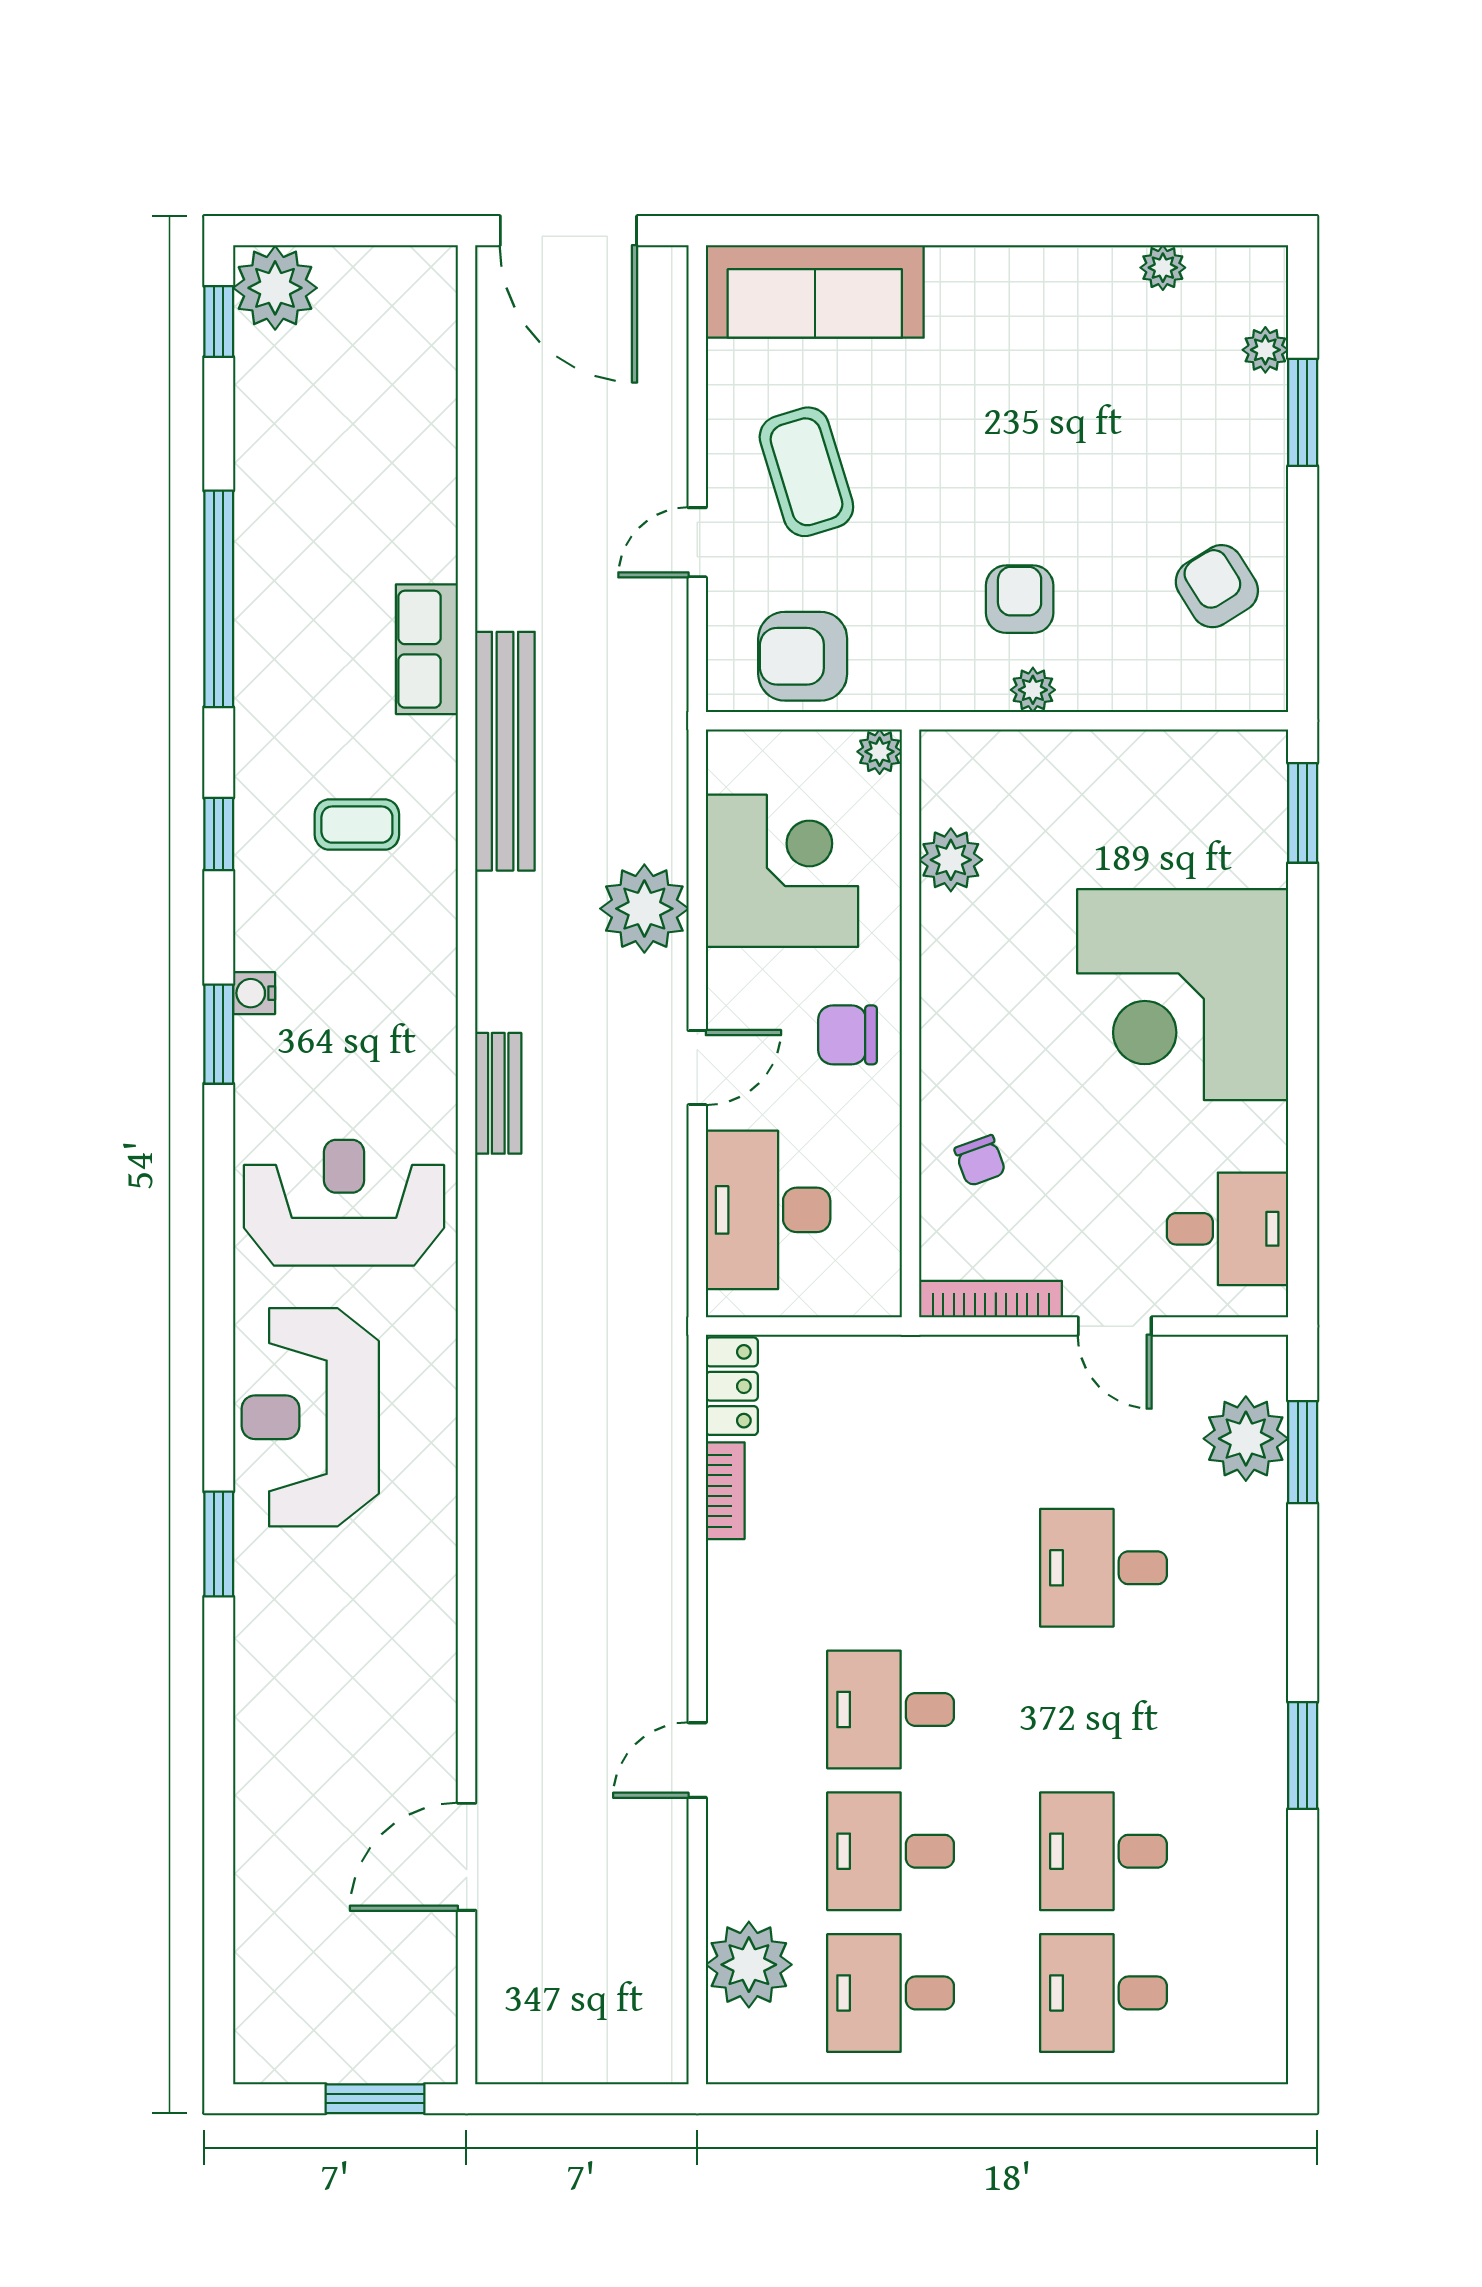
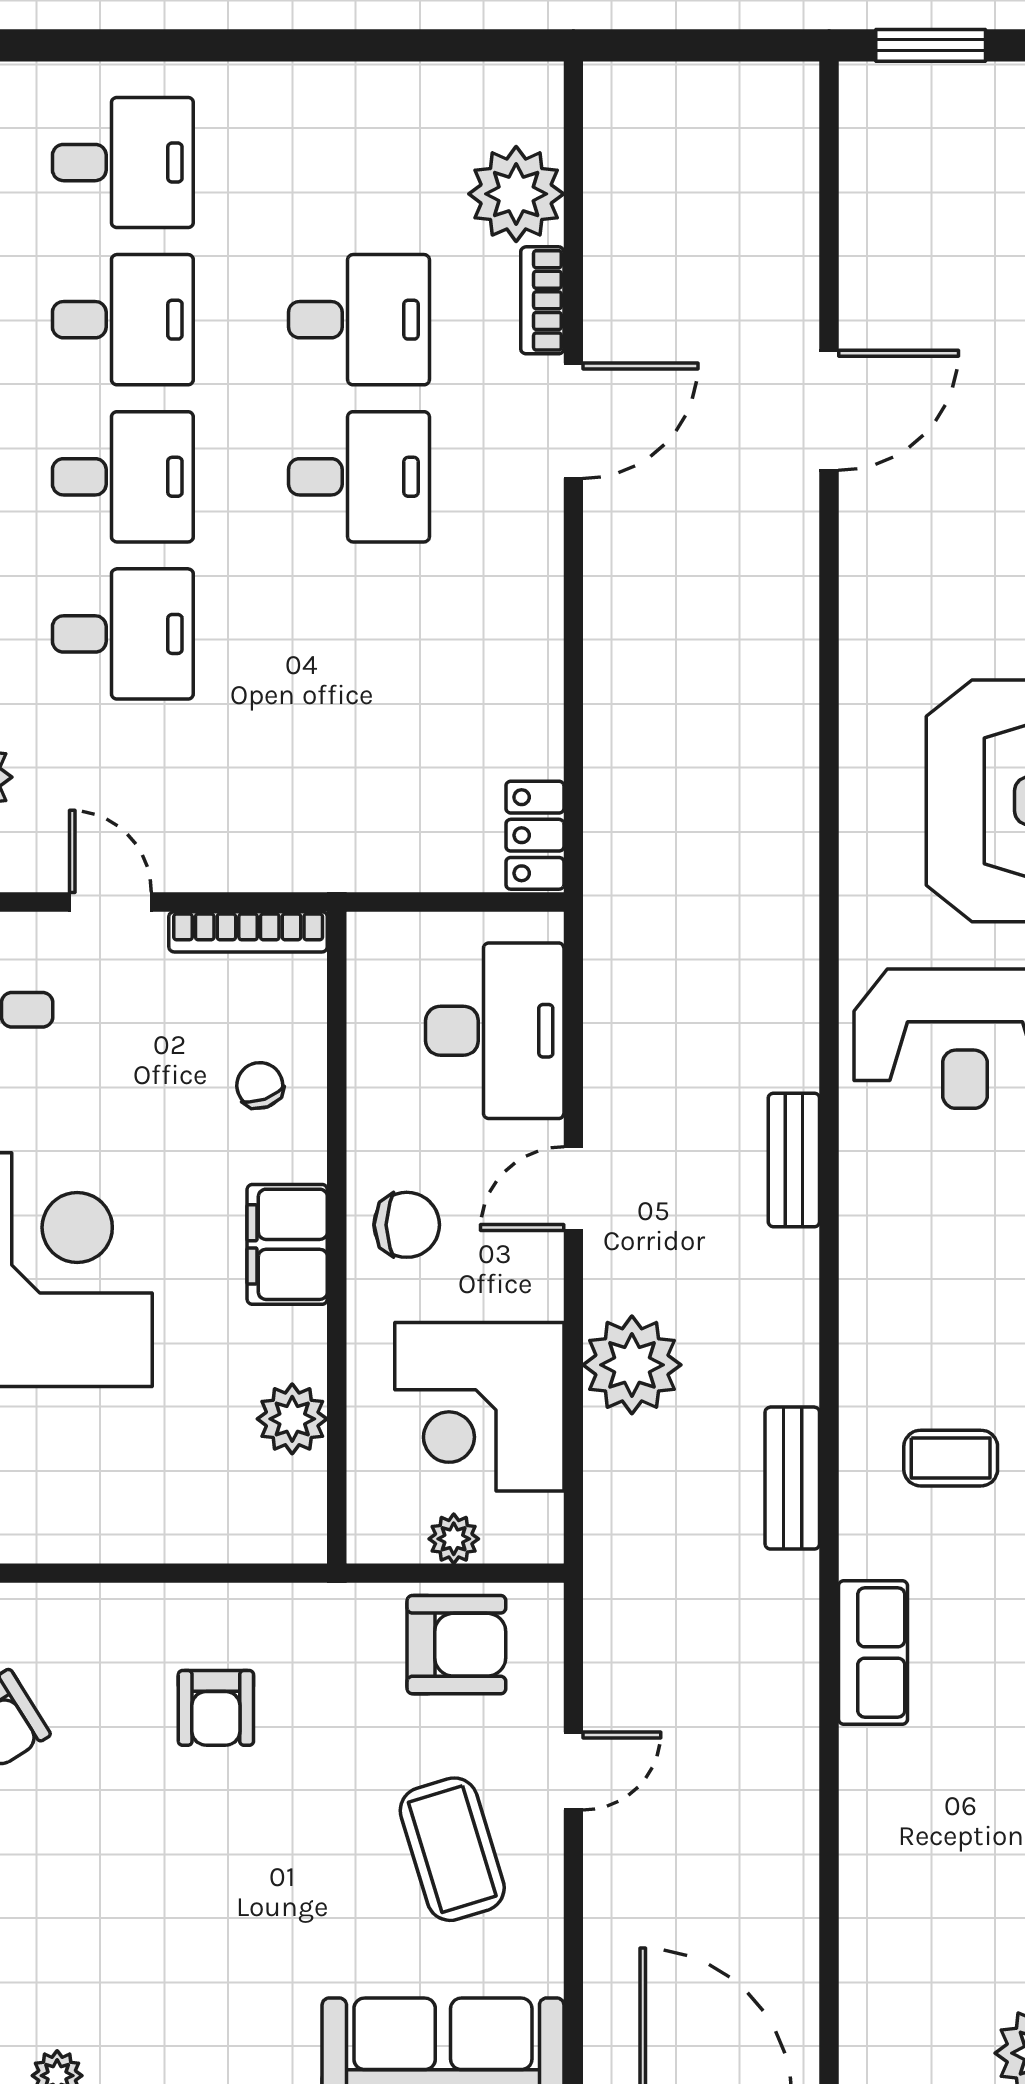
plant: (1033, 690) -> (201, 1607), removed
bench: (505, 751) -> (792, 1478), width x0.54, depth x0.82
plant: (880, 752) -> (454, 1539), moved
filing cabinet: (955, 1017) -> (287, 1244), added
bookcase: (725, 1491) -> (542, 300), moved
door: (697, 1760) -> (573, 421), width x1.38
door: (467, 1857) -> (829, 410), moved
desk: (891, 1993) -> (123, 477), moved

